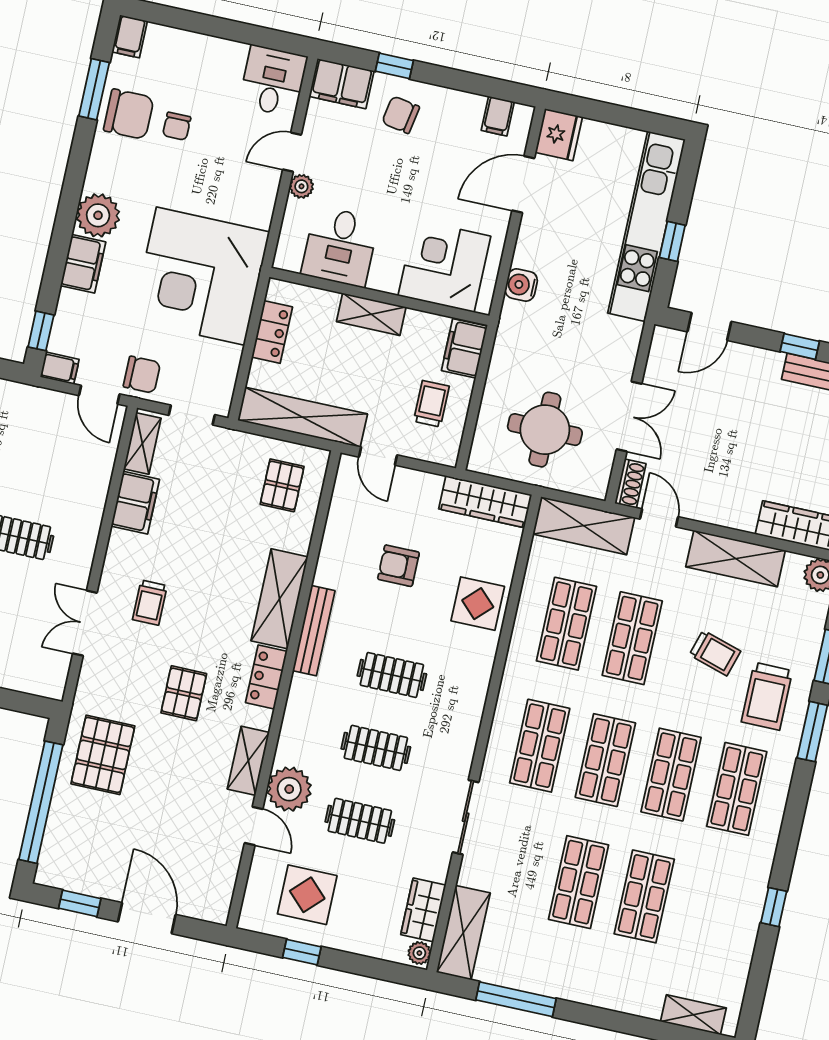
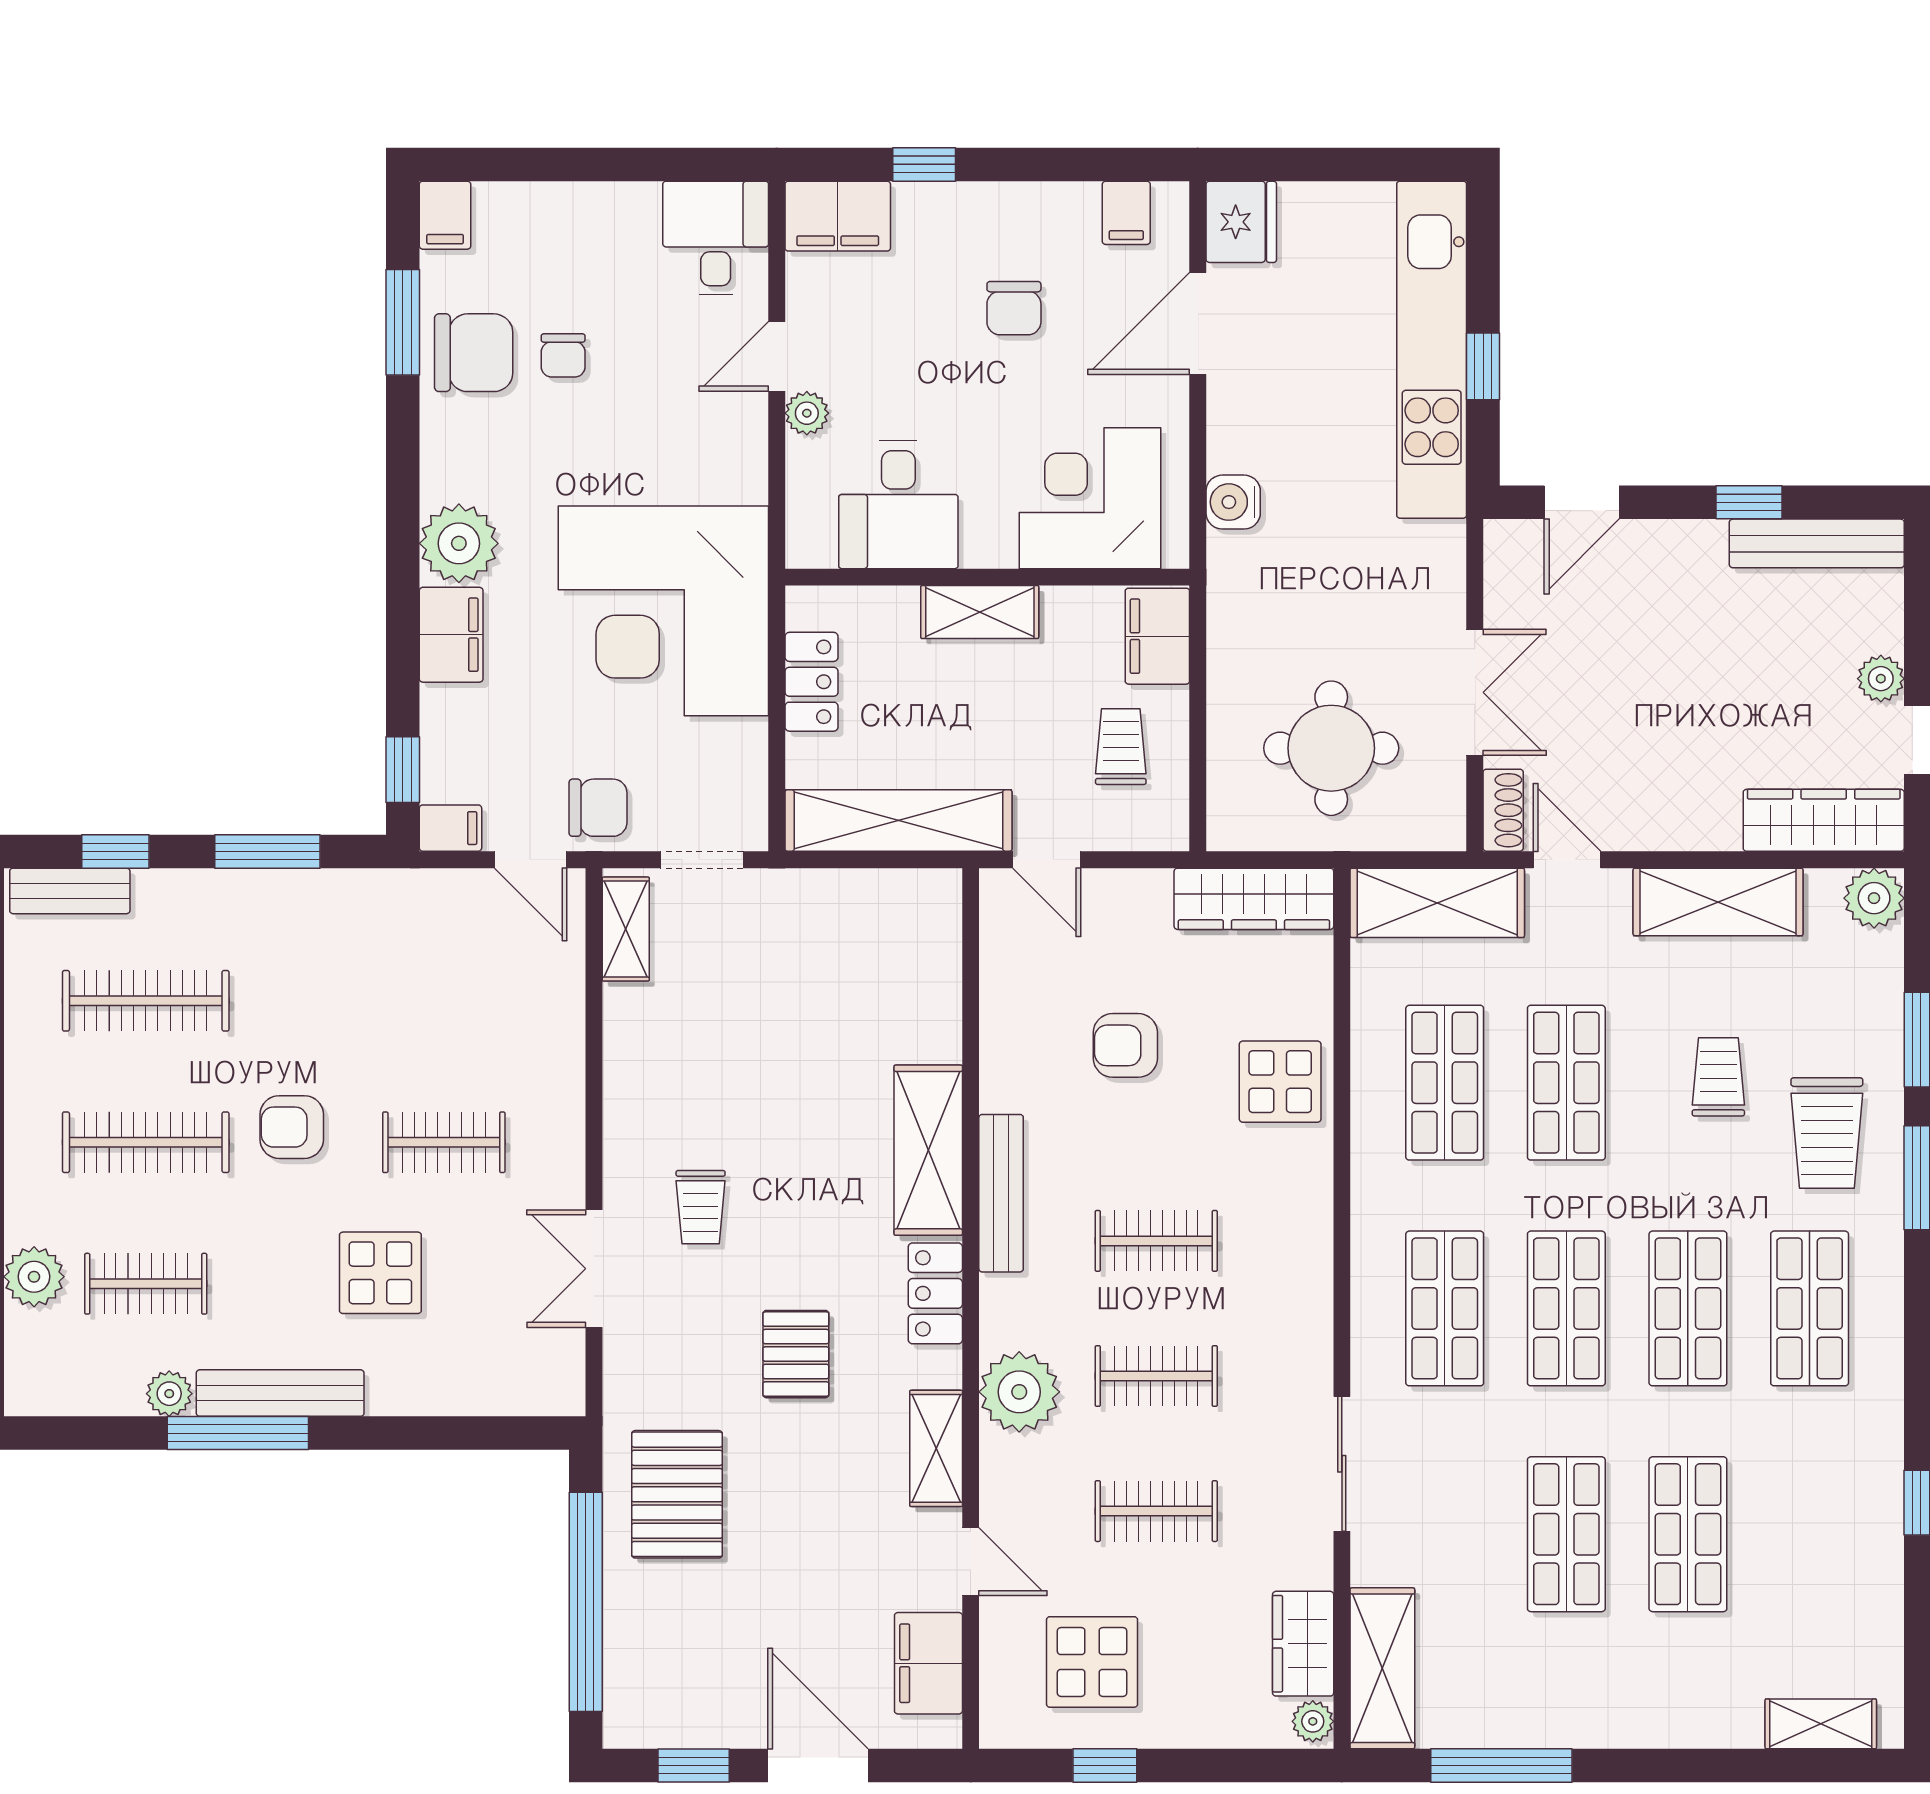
chair: (401, 115) -> (1014, 308), moved, turned -100
pallet: (282, 485) -> (889, 949), removed
filing cabinet: (135, 503) -> (928, 1663), moved, turned 180
trolley: (715, 653) -> (1718, 1077), turned -107
plant: (289, 789) -> (1019, 1392), moved

